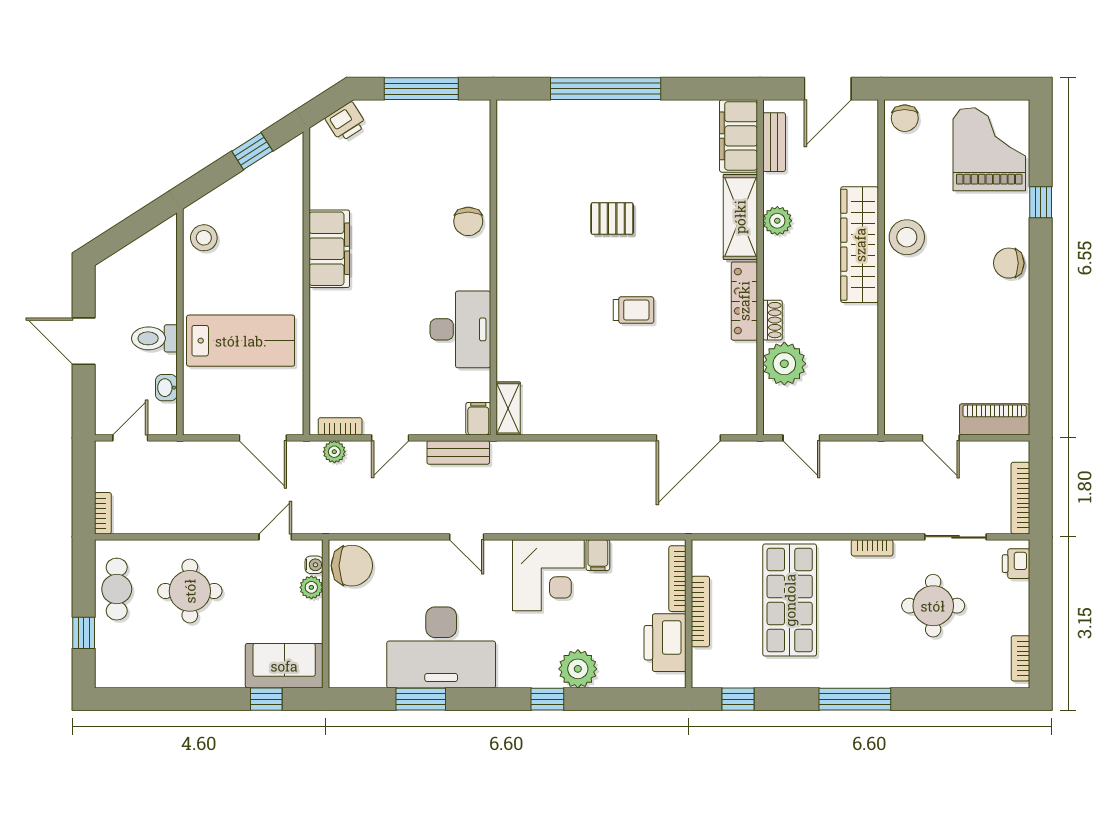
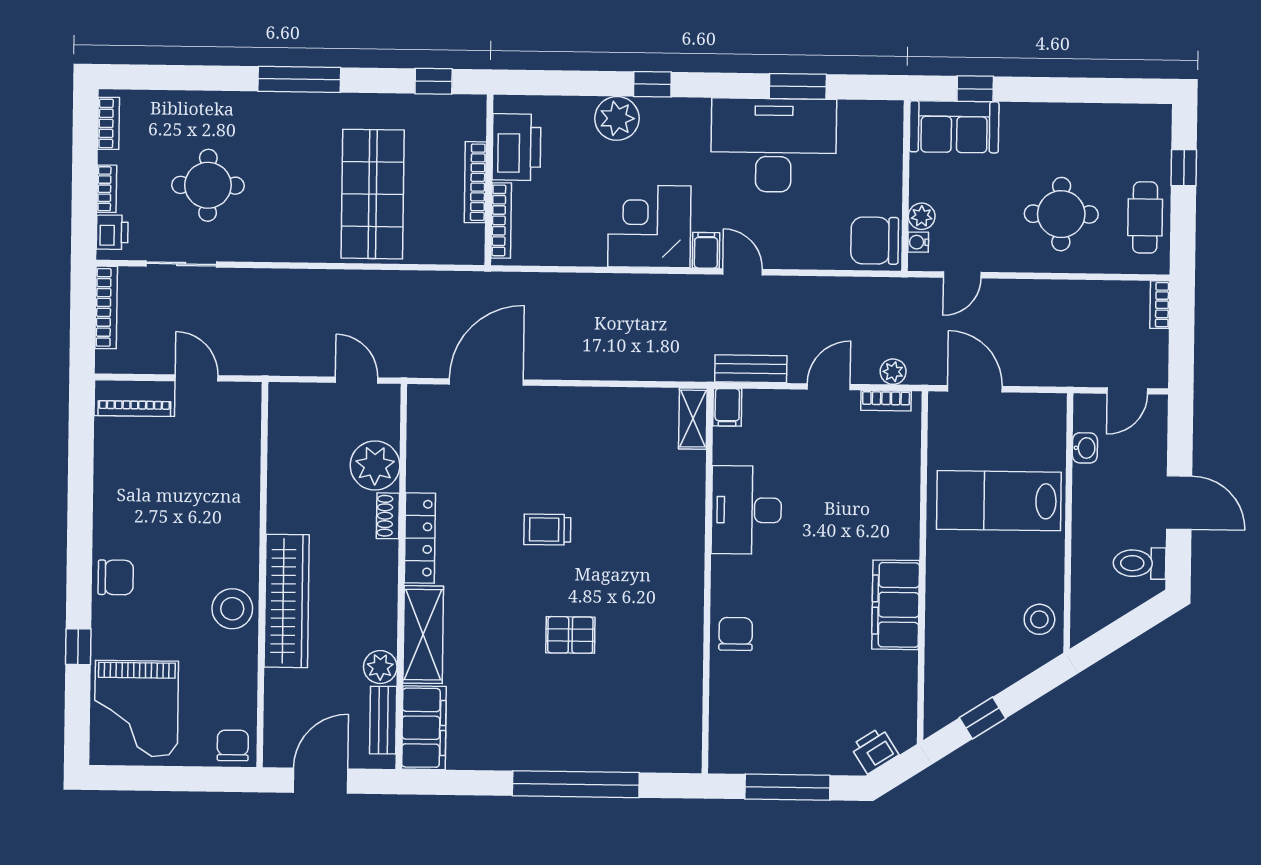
plant: (777, 221) -> (380, 667), moved
toilet: (154, 338) -> (1140, 563), moved, turned 180
bookcase: (872, 548) -> (107, 189), moved, turned 90
filing cabinet: (598, 555) -> (706, 250), moved

